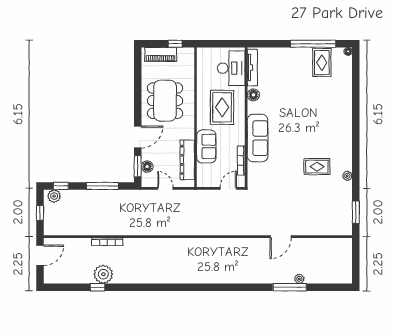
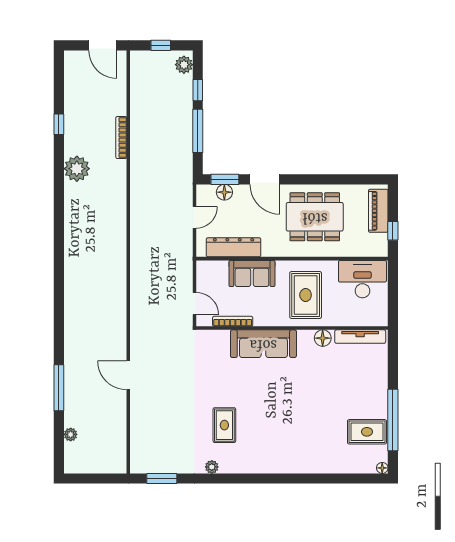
desk: (231, 68) -> (362, 279), moved, turned 180
rug: (222, 107) -> (306, 295), turned 90
window: (61, 186) -> (198, 90), moved
plant: (103, 274) -> (77, 169), moved
plant: (299, 279) -> (71, 434), moved

